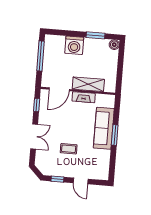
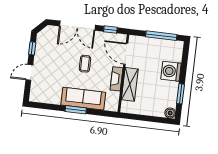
double door: (34, 137) -> (77, 26), width x1.37
coffee table: (69, 149) -> (85, 64), moved

